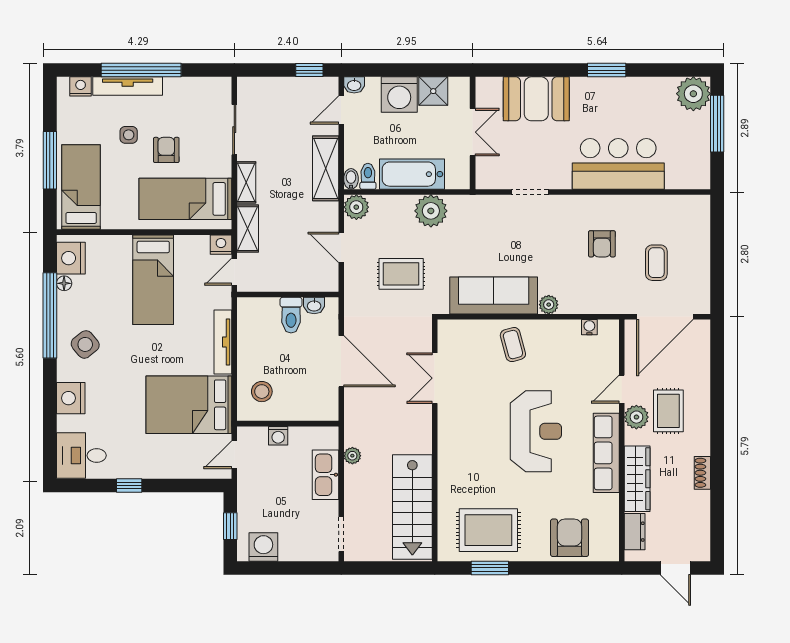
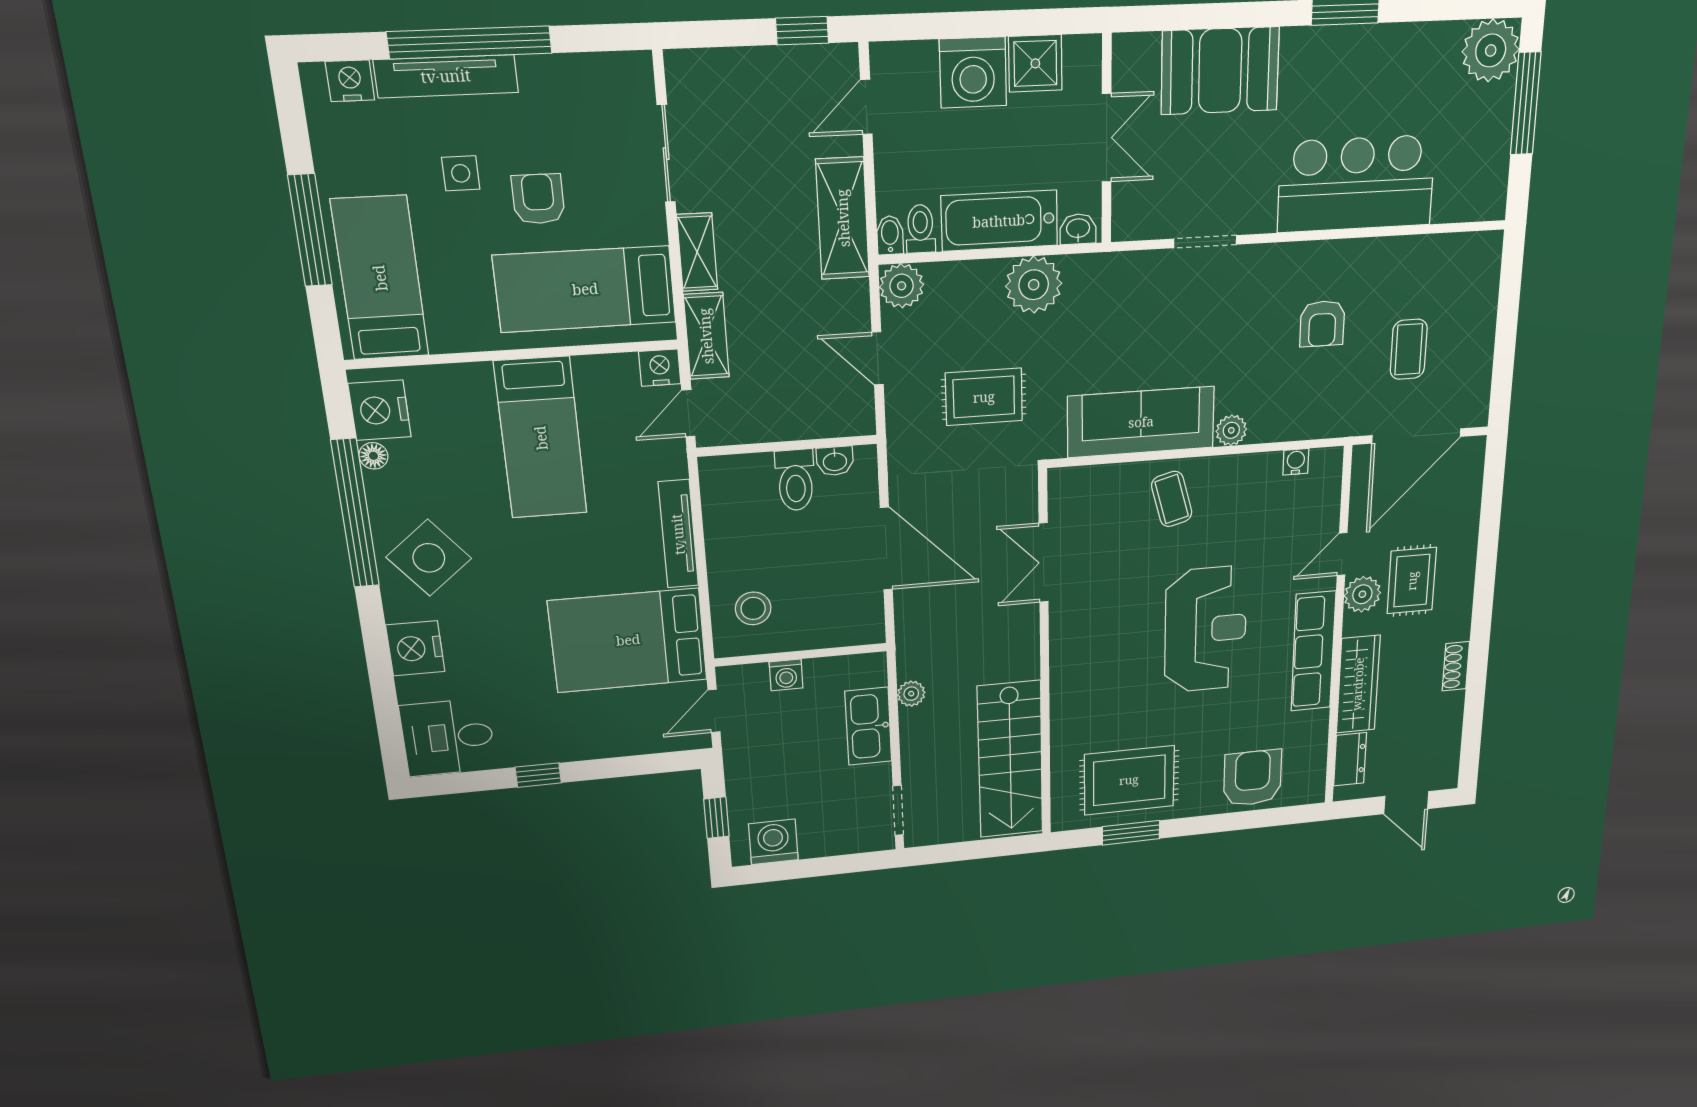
washbasin: (354, 85) -> (1078, 229), moved, turned 180
side table: (85, 344) -> (429, 558), width x1.37, depth x1.37

